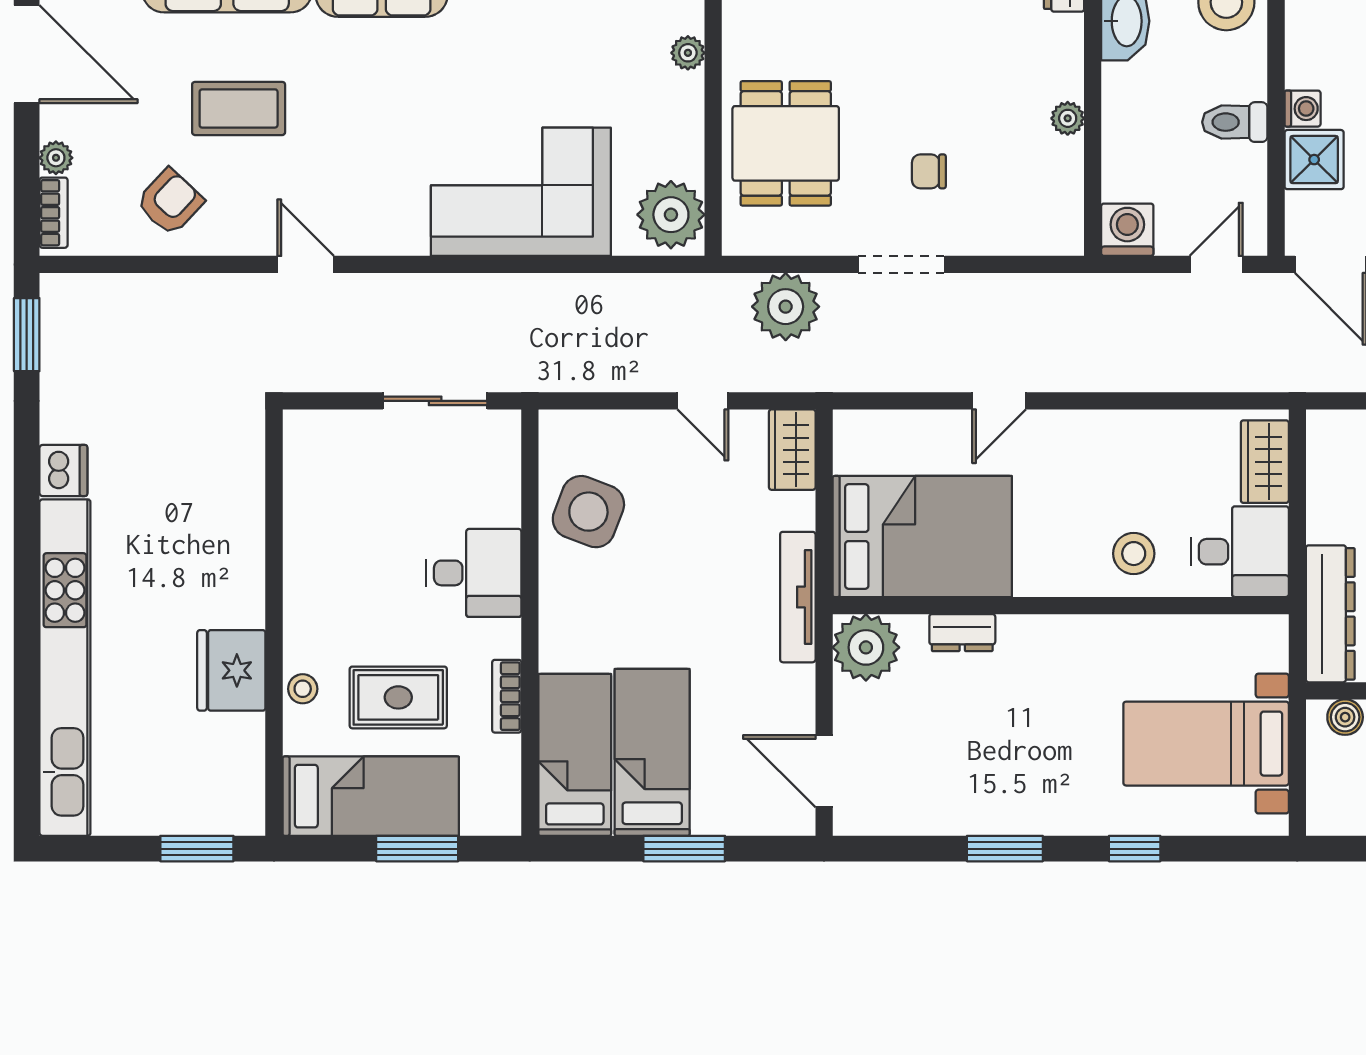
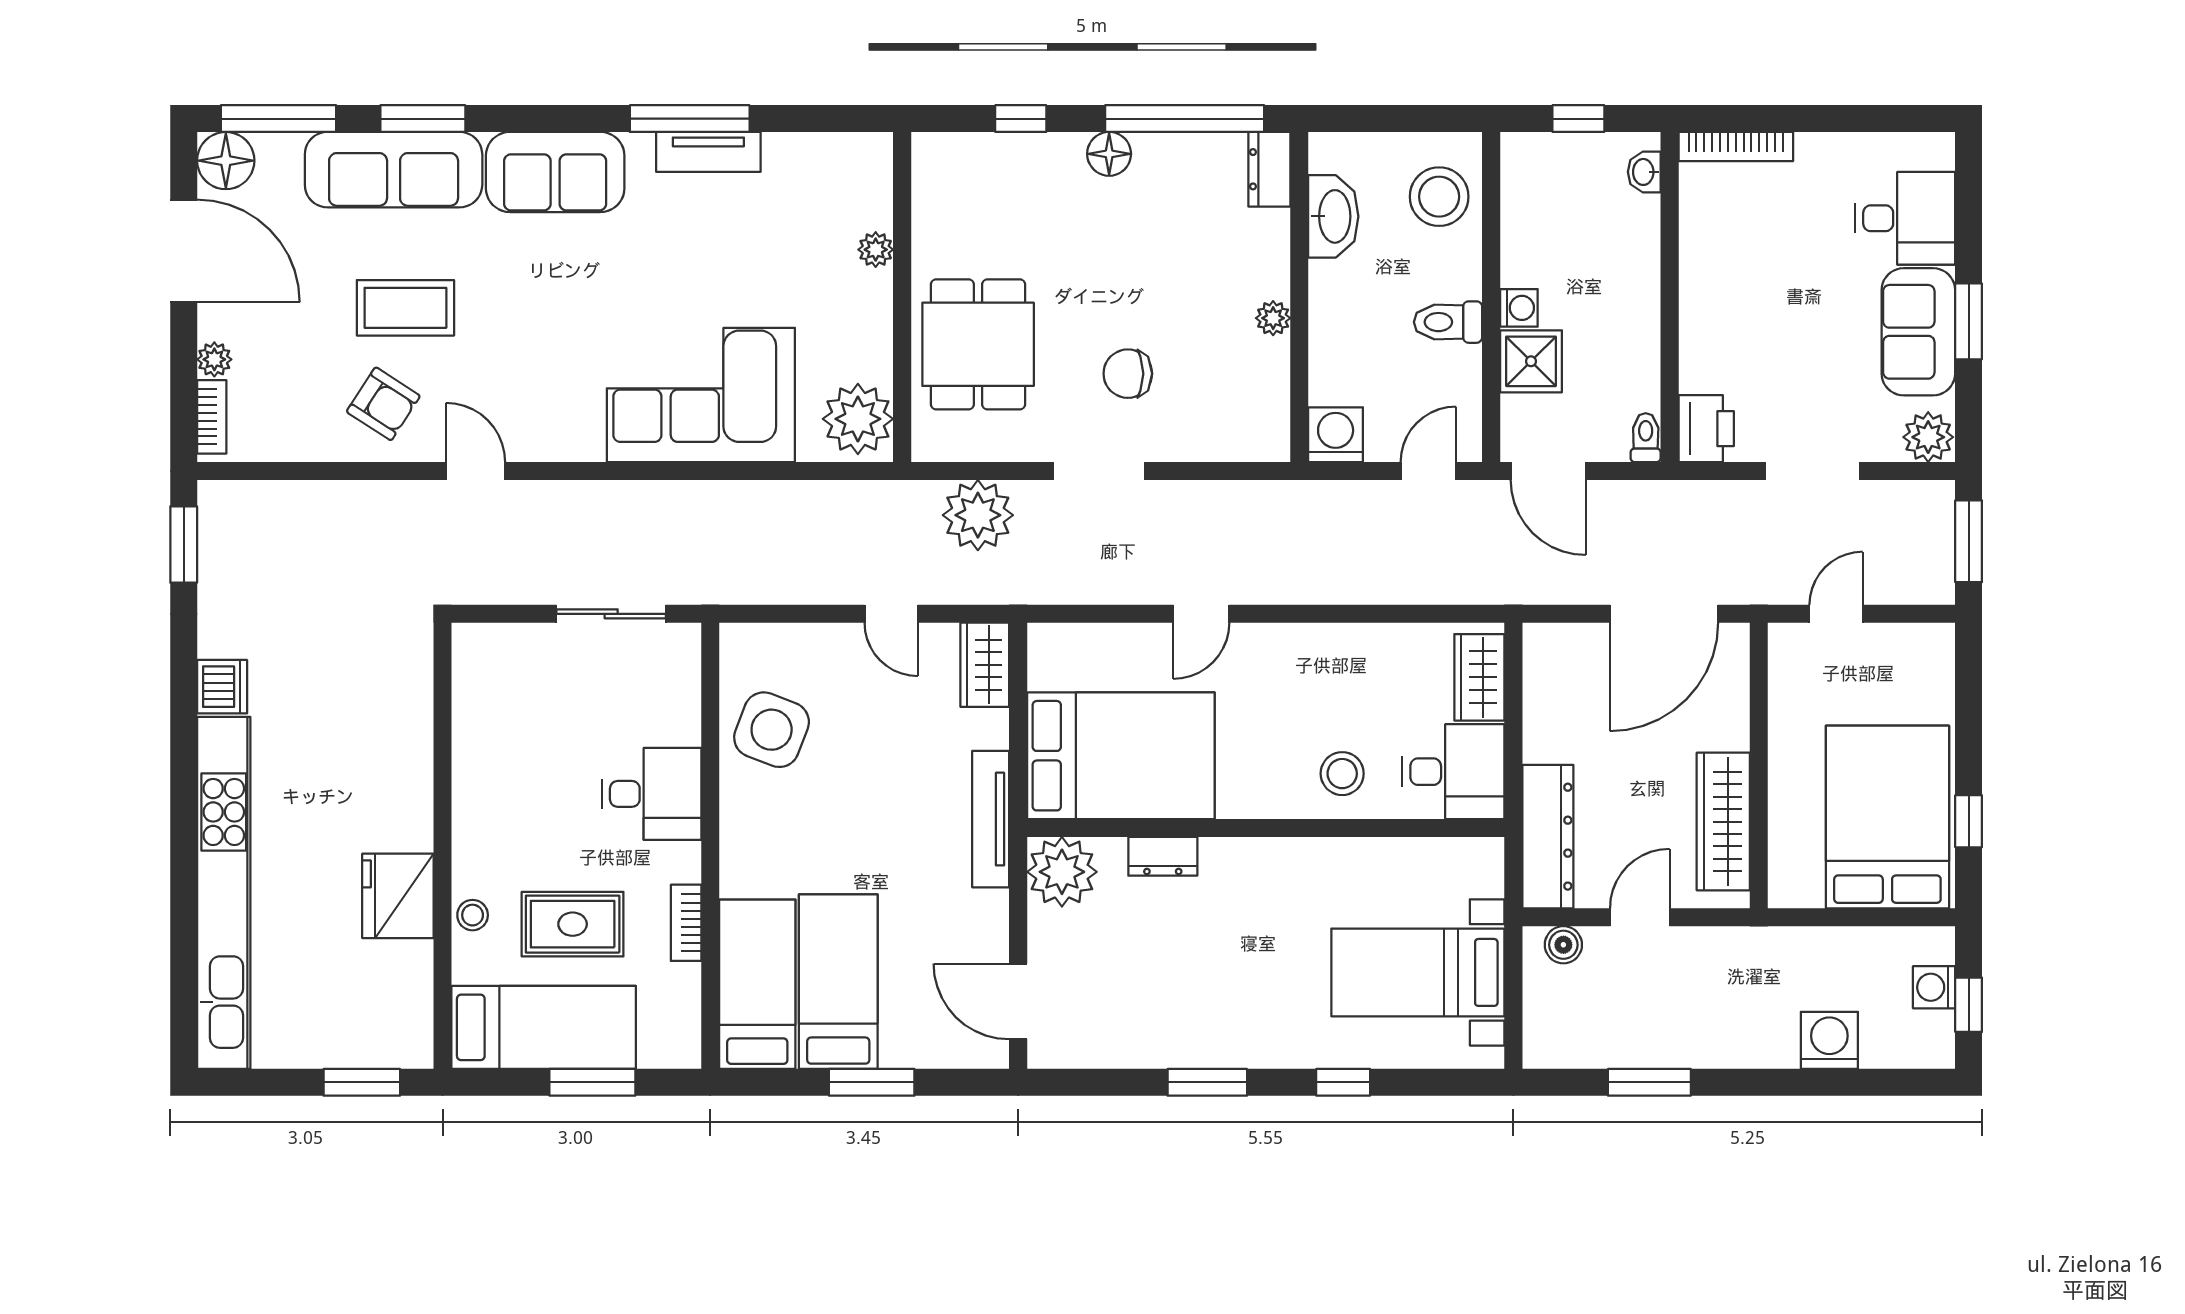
chair: (929, 171) -> (1128, 374), width x1.37, depth x1.37
armchair: (170, 202) -> (383, 404), moved, turned 80

